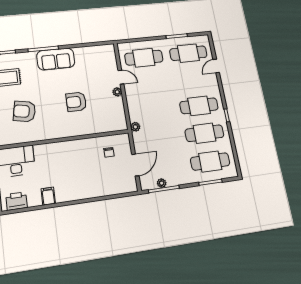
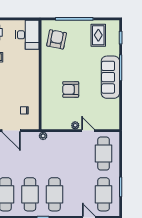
sofa: (56, 59) -> (110, 77), width x1.36
door: (121, 77) -> (88, 131), swing flipped
armchair: (76, 102) -> (71, 89), turned -90
armchair: (24, 111) -> (57, 39), moved

